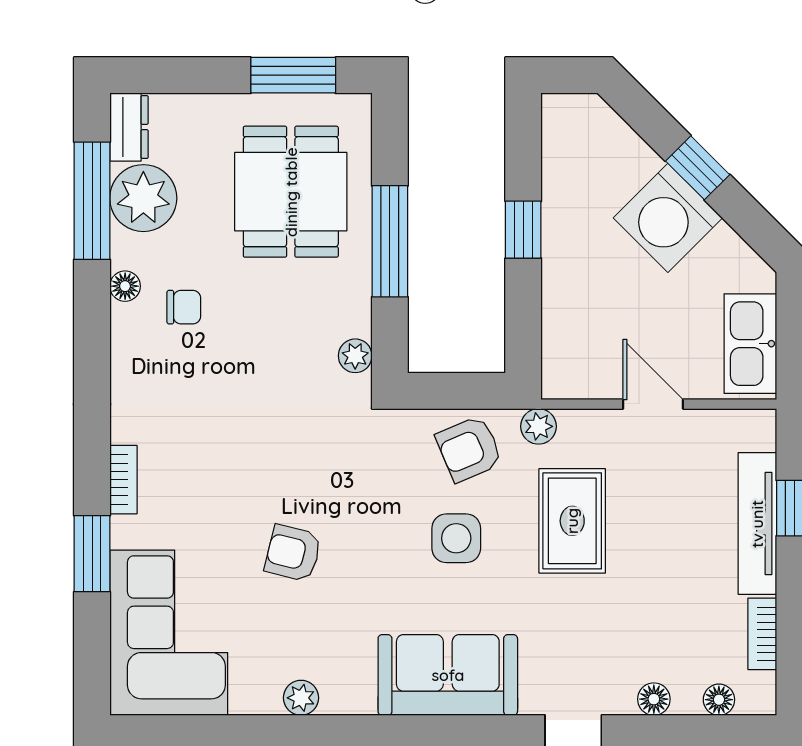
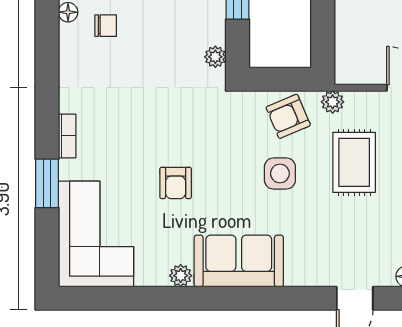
armchair: (293, 553) -> (176, 183), turned -104
sofa: (448, 675) -> (239, 261), moved

